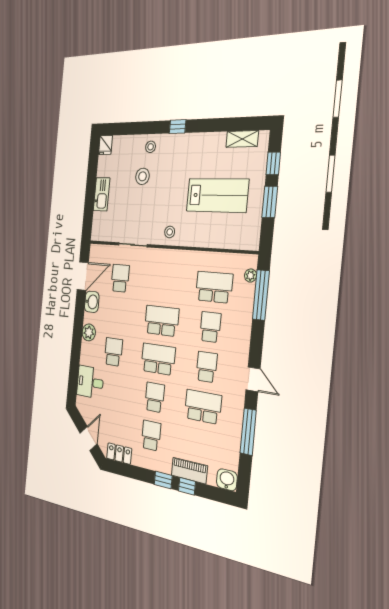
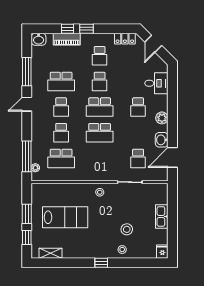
lab bench: (217, 195) -> (65, 217), turned 180
door: (253, 379) -> (27, 104), hinge flipped

